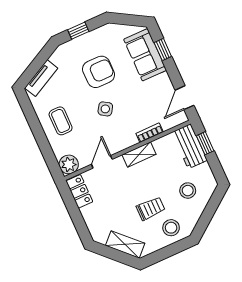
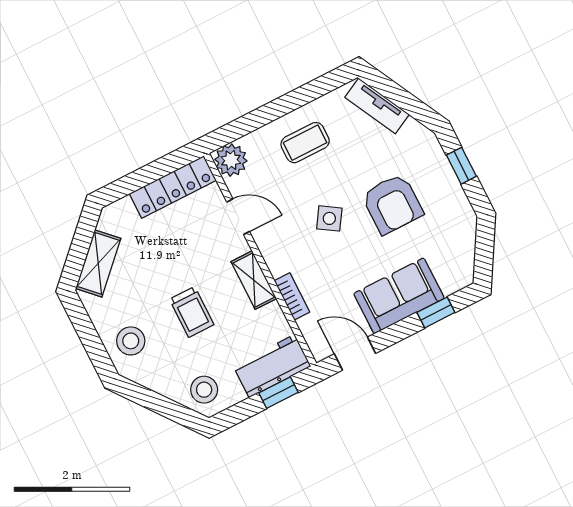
sofa: (145, 55) -> (399, 296), moved
locker: (79, 191) -> (173, 187), width x1.53
stool: (188, 191) -> (204, 390), moved
trolley: (151, 208) -> (192, 312), moved

